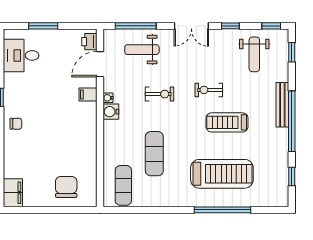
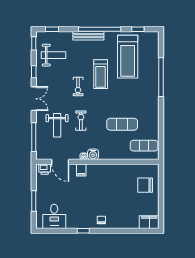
weight bench: (142, 50) -> (57, 125), moved
treadmill: (222, 174) -> (128, 57), moved, turned 180

